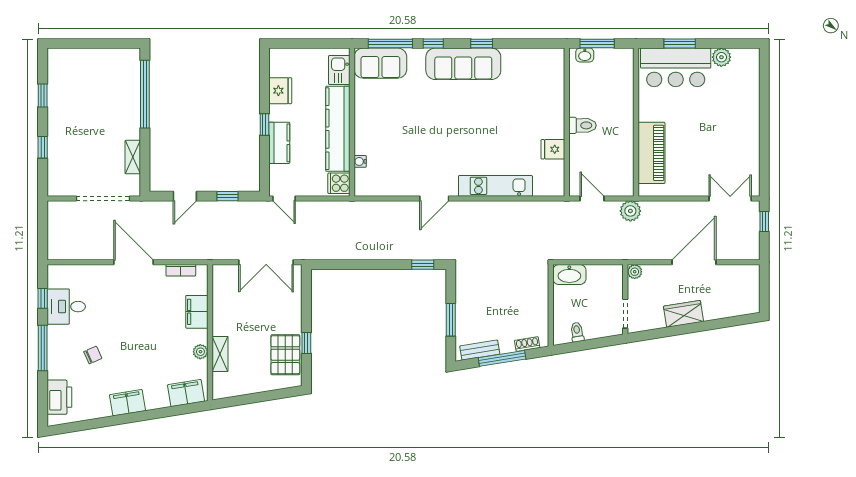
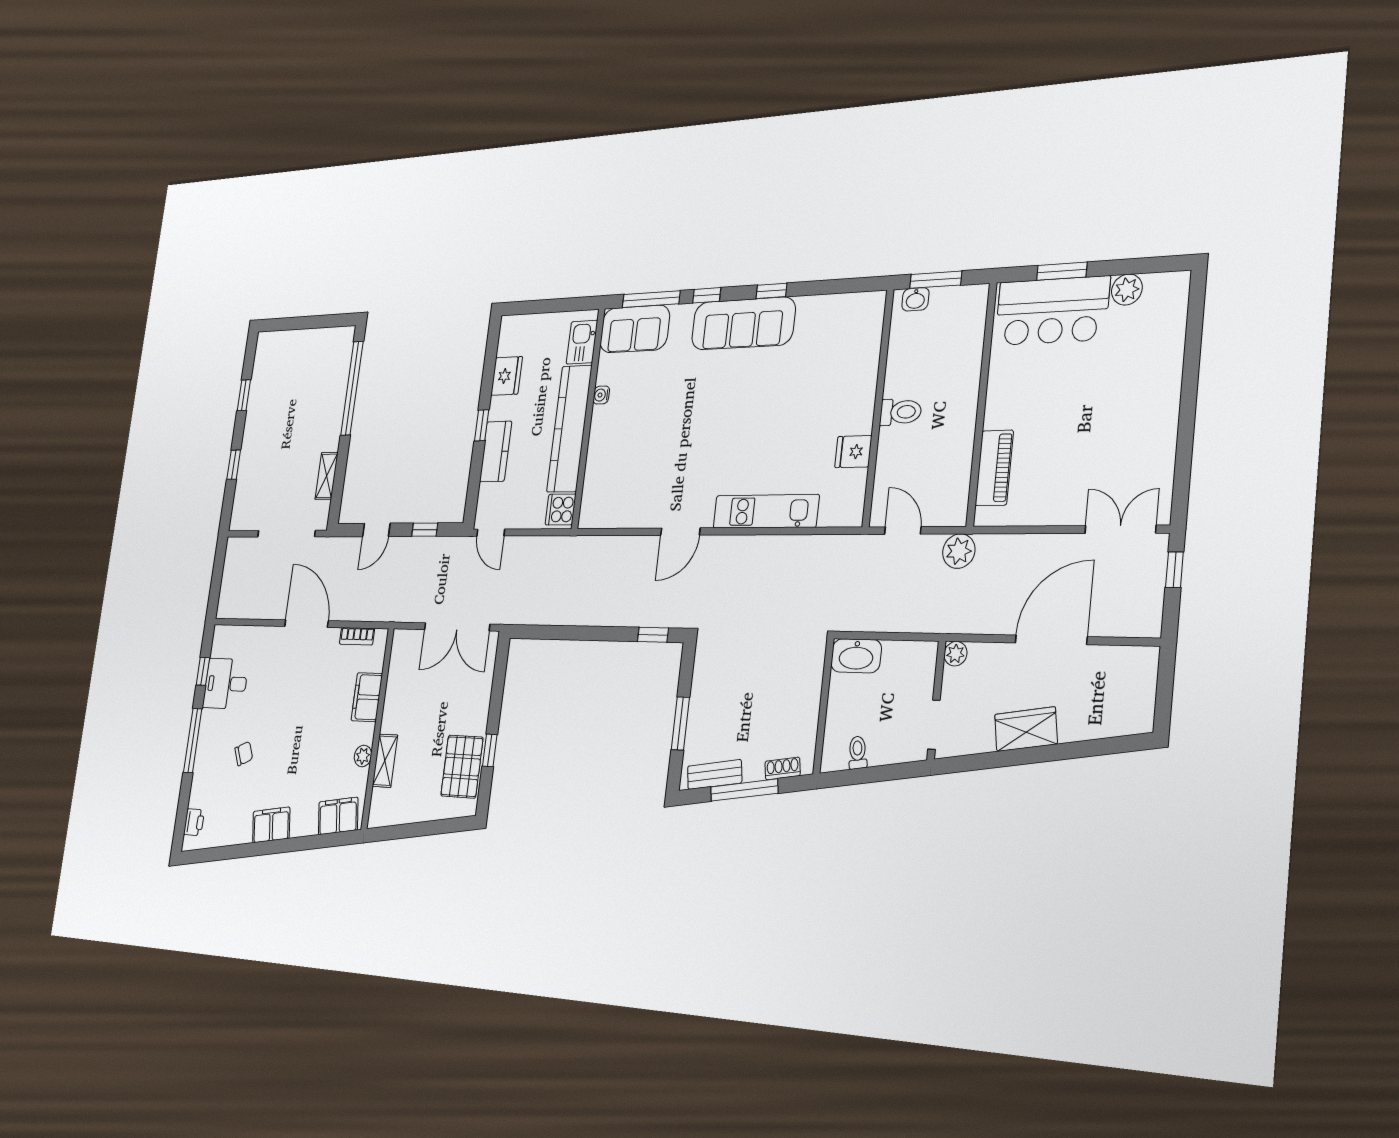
piano: (651, 153) -> (994, 468), width x0.73, depth x0.75
water cooler: (360, 161) -> (601, 395), moved
printer: (59, 397) -> (194, 822), width x0.53, depth x0.68

